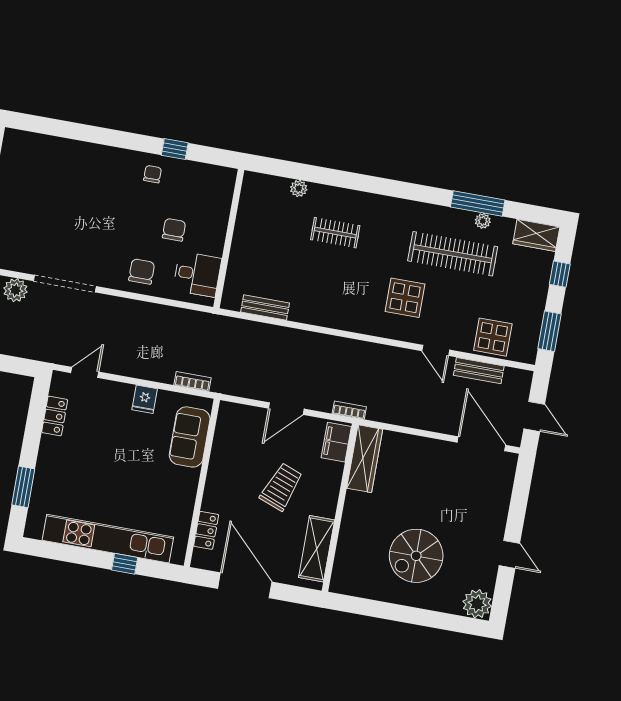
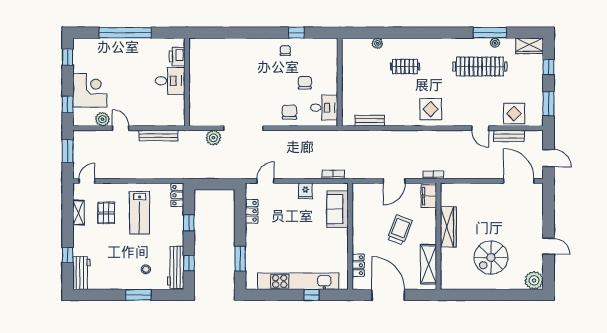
display table: (405, 298) -> (431, 109), moved
wardrobe: (365, 459) -> (448, 227), moved

